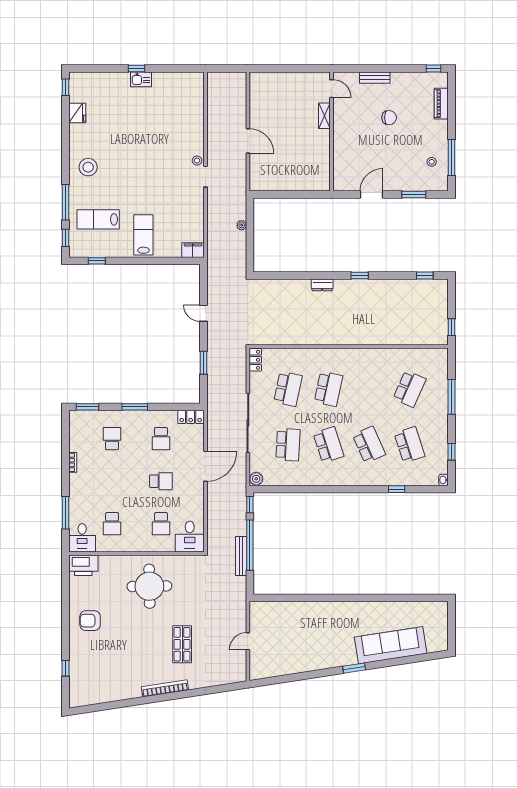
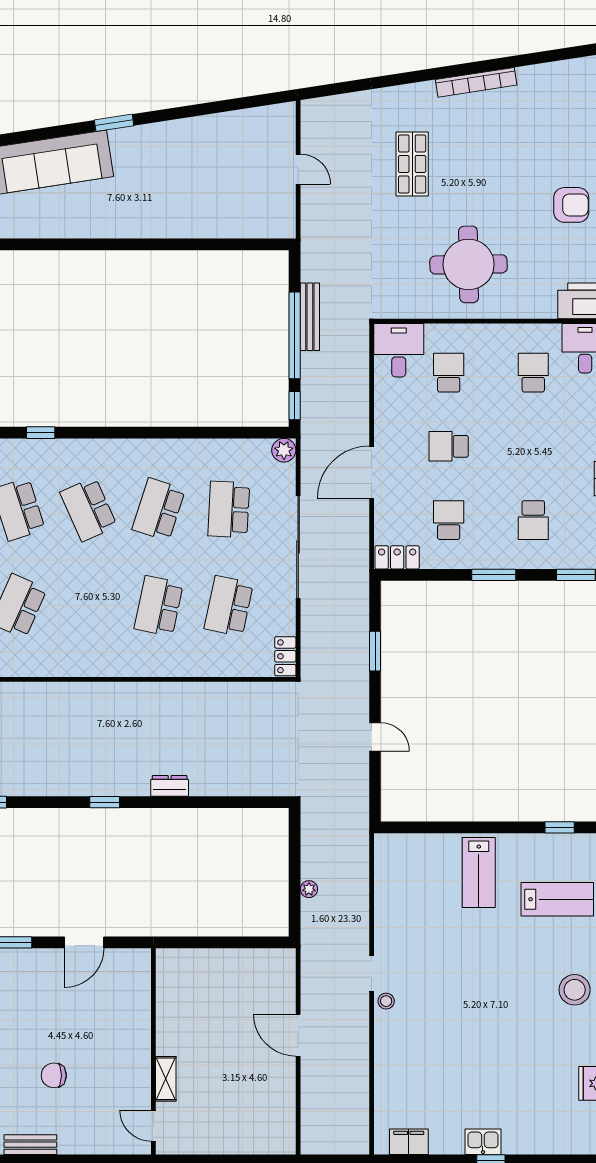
bench: (375, 78) -> (30, 1145), moved
filing cabinet: (193, 250) -> (409, 1142), moved, turned 180
school desk: (328, 445) -> (159, 509), turned 36
door: (248, 641) -> (298, 169), hinge flipped
bookcase: (165, 688) -> (476, 82), moved

